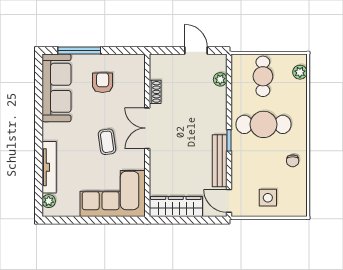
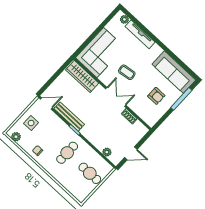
plant: (300, 72) -> (16, 137), moved
cafe table: (264, 124) -> (67, 153), width x0.73, depth x0.74
wardrobe: (176, 207) -> (82, 76), moved, turned 90

